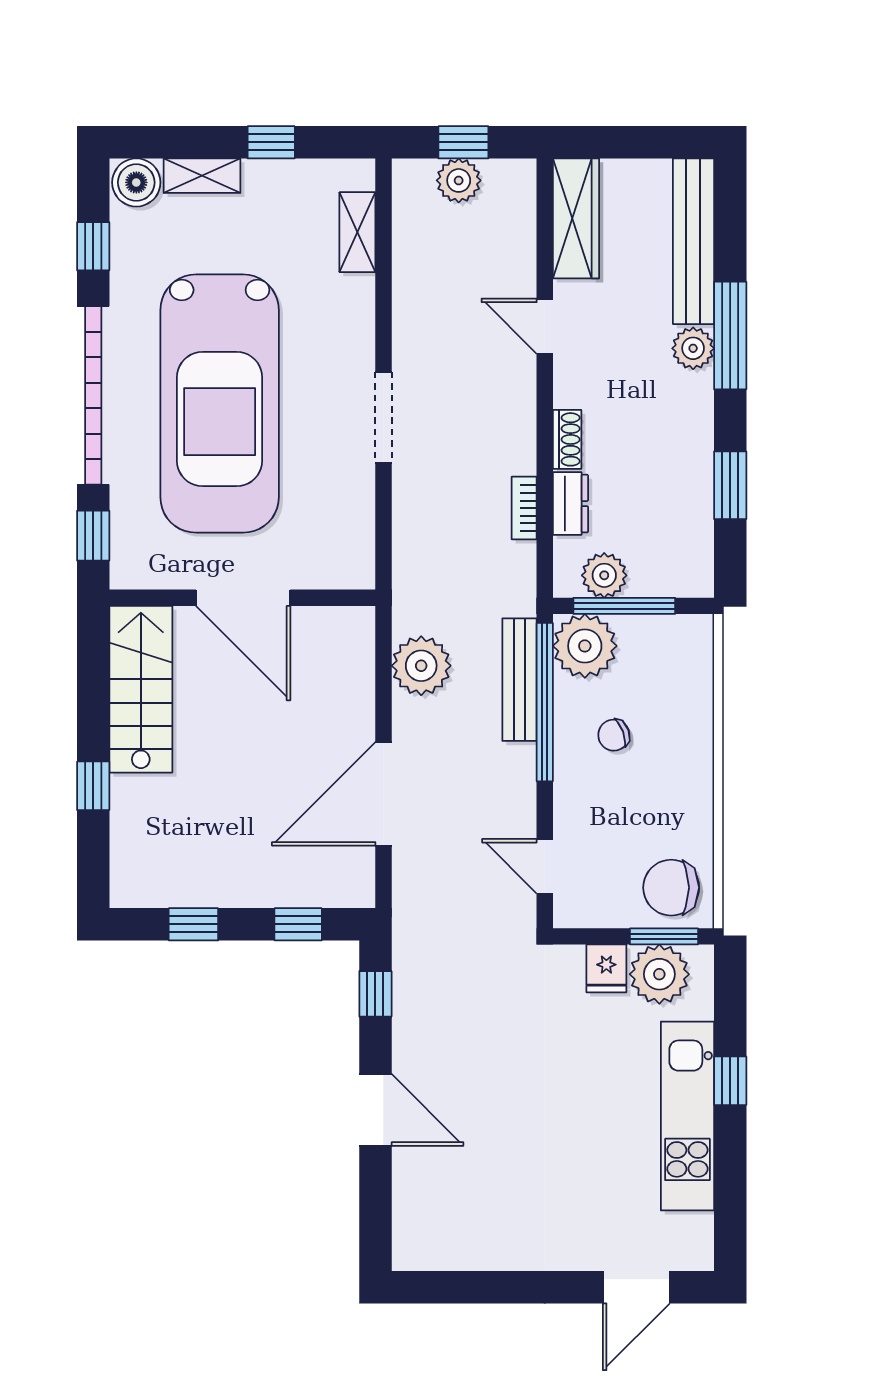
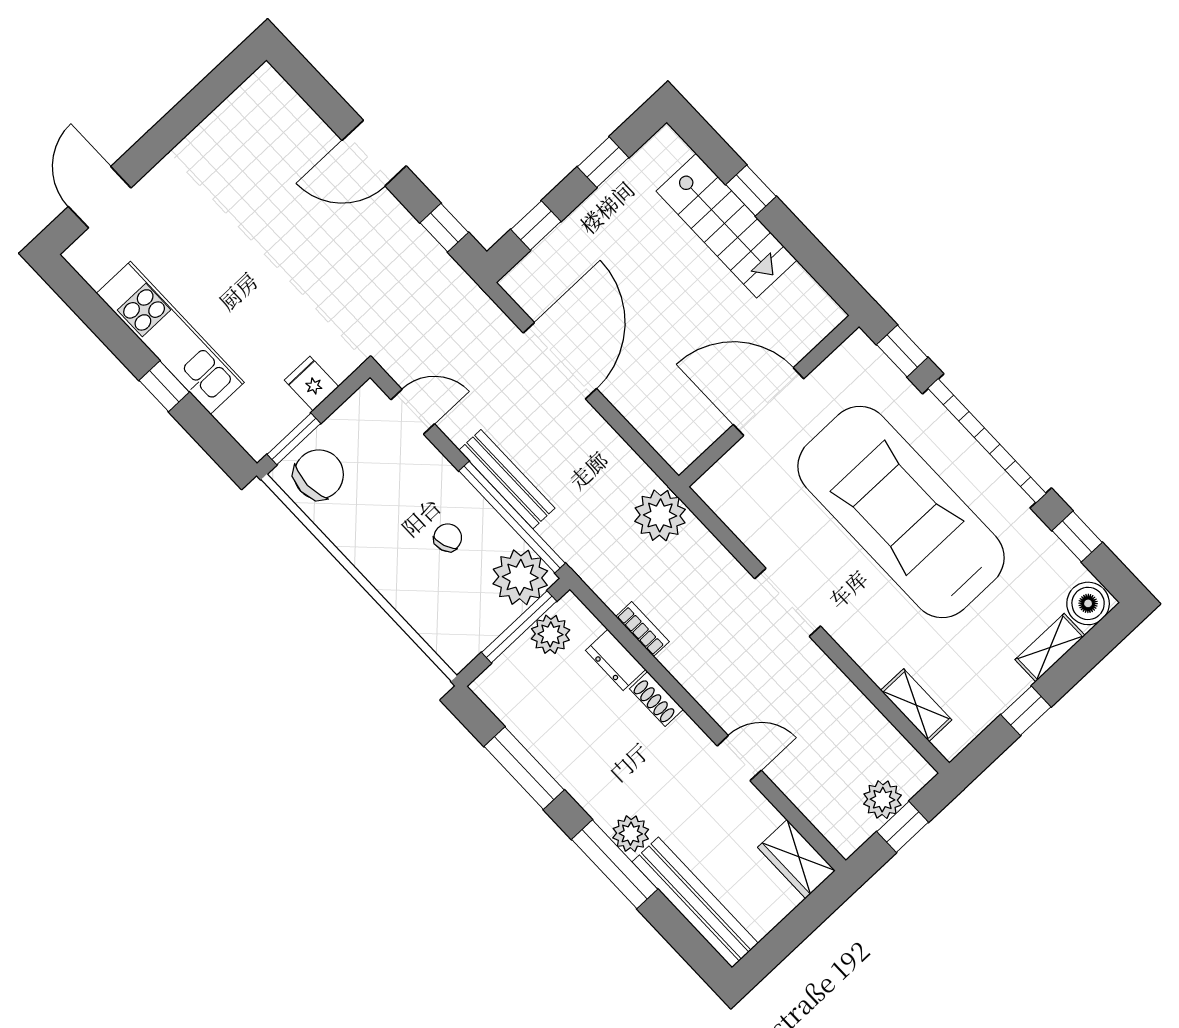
wardrobe: (576, 218) -> (796, 859), width x0.67
window: (730, 485) -> (524, 768), width x1.44
plant: (421, 666) -> (660, 515), moved
bench: (519, 680) -> (507, 479), moved
stairs: (141, 689) -> (726, 226), moved
plant: (659, 974) -> (274, 412), removed

